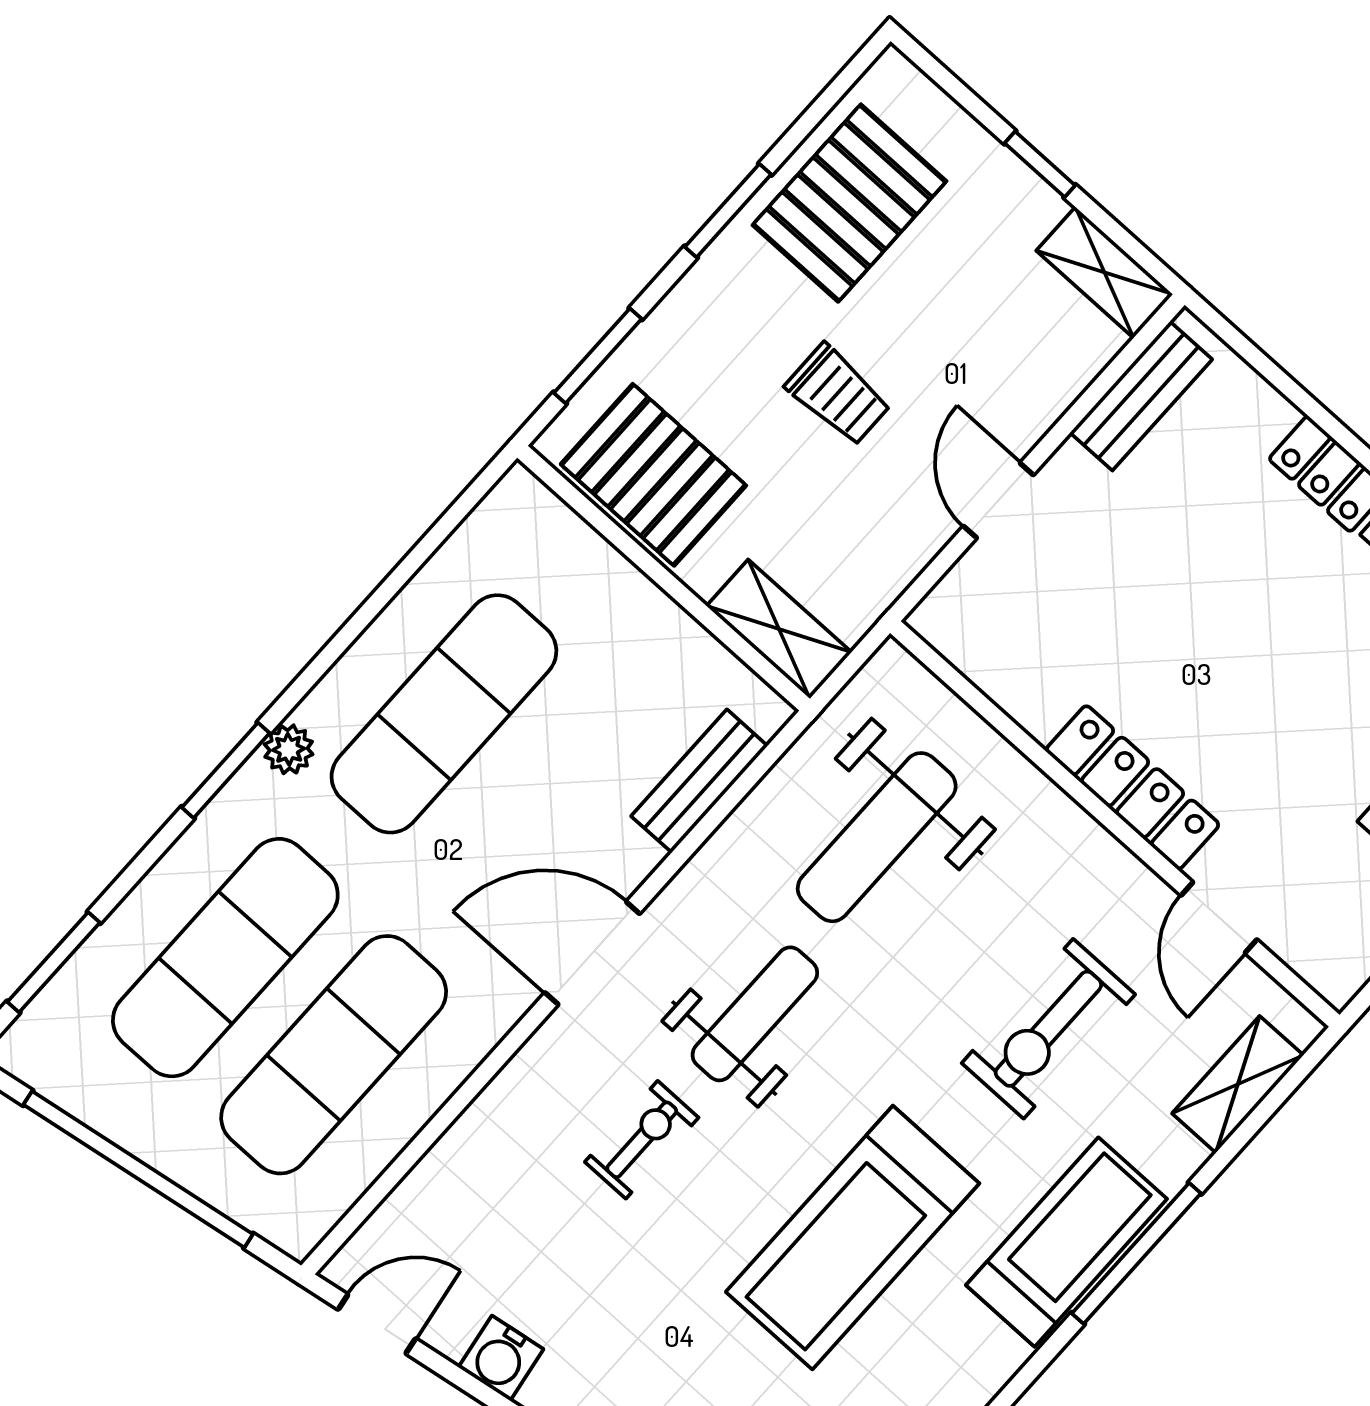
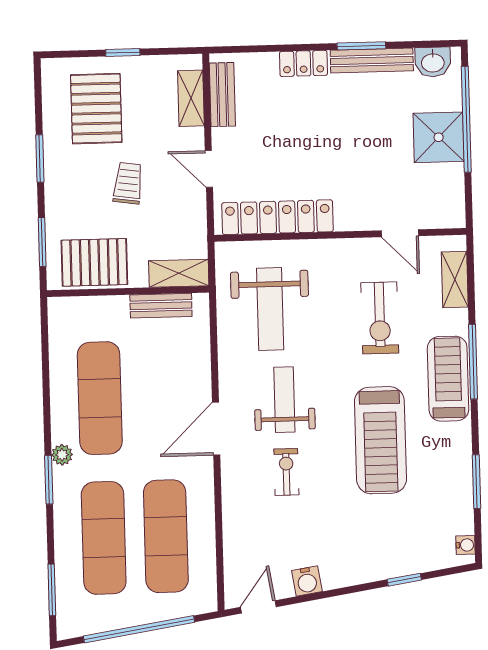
pallet: (849, 203) -> (96, 109), moved
shelving: (1104, 272) -> (191, 98), moved, turned 90
trolley: (838, 395) -> (128, 183), turned -82
bench: (699, 781) -> (161, 306), moved, turned 90
locker: (1133, 787) -> (277, 217), moved, width x1.41, depth x1.21

